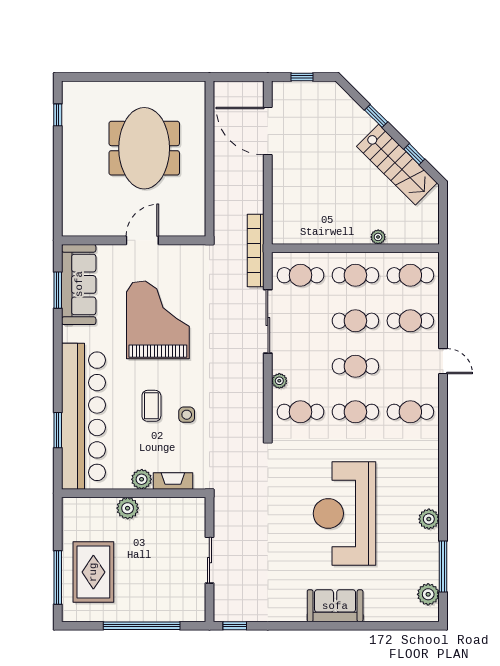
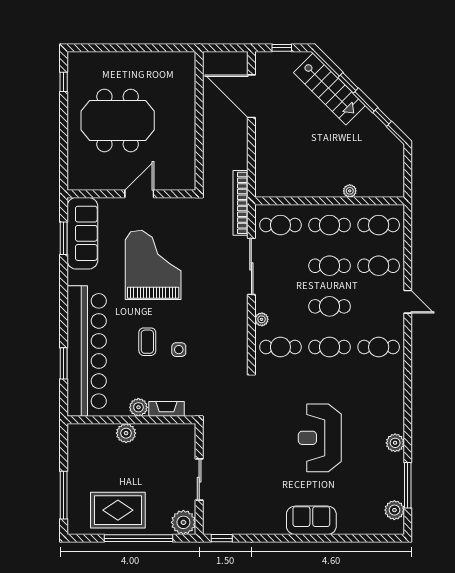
meeting table: (144, 148) -> (118, 120), moved, turned 90
stairs: (397, 165) -> (329, 89), moved
reception desk: (345, 513) -> (320, 438), width x0.74, depth x0.77
rug: (93, 572) -> (118, 510), moved, turned 90
plant: (192, 608) -> (183, 522), added

